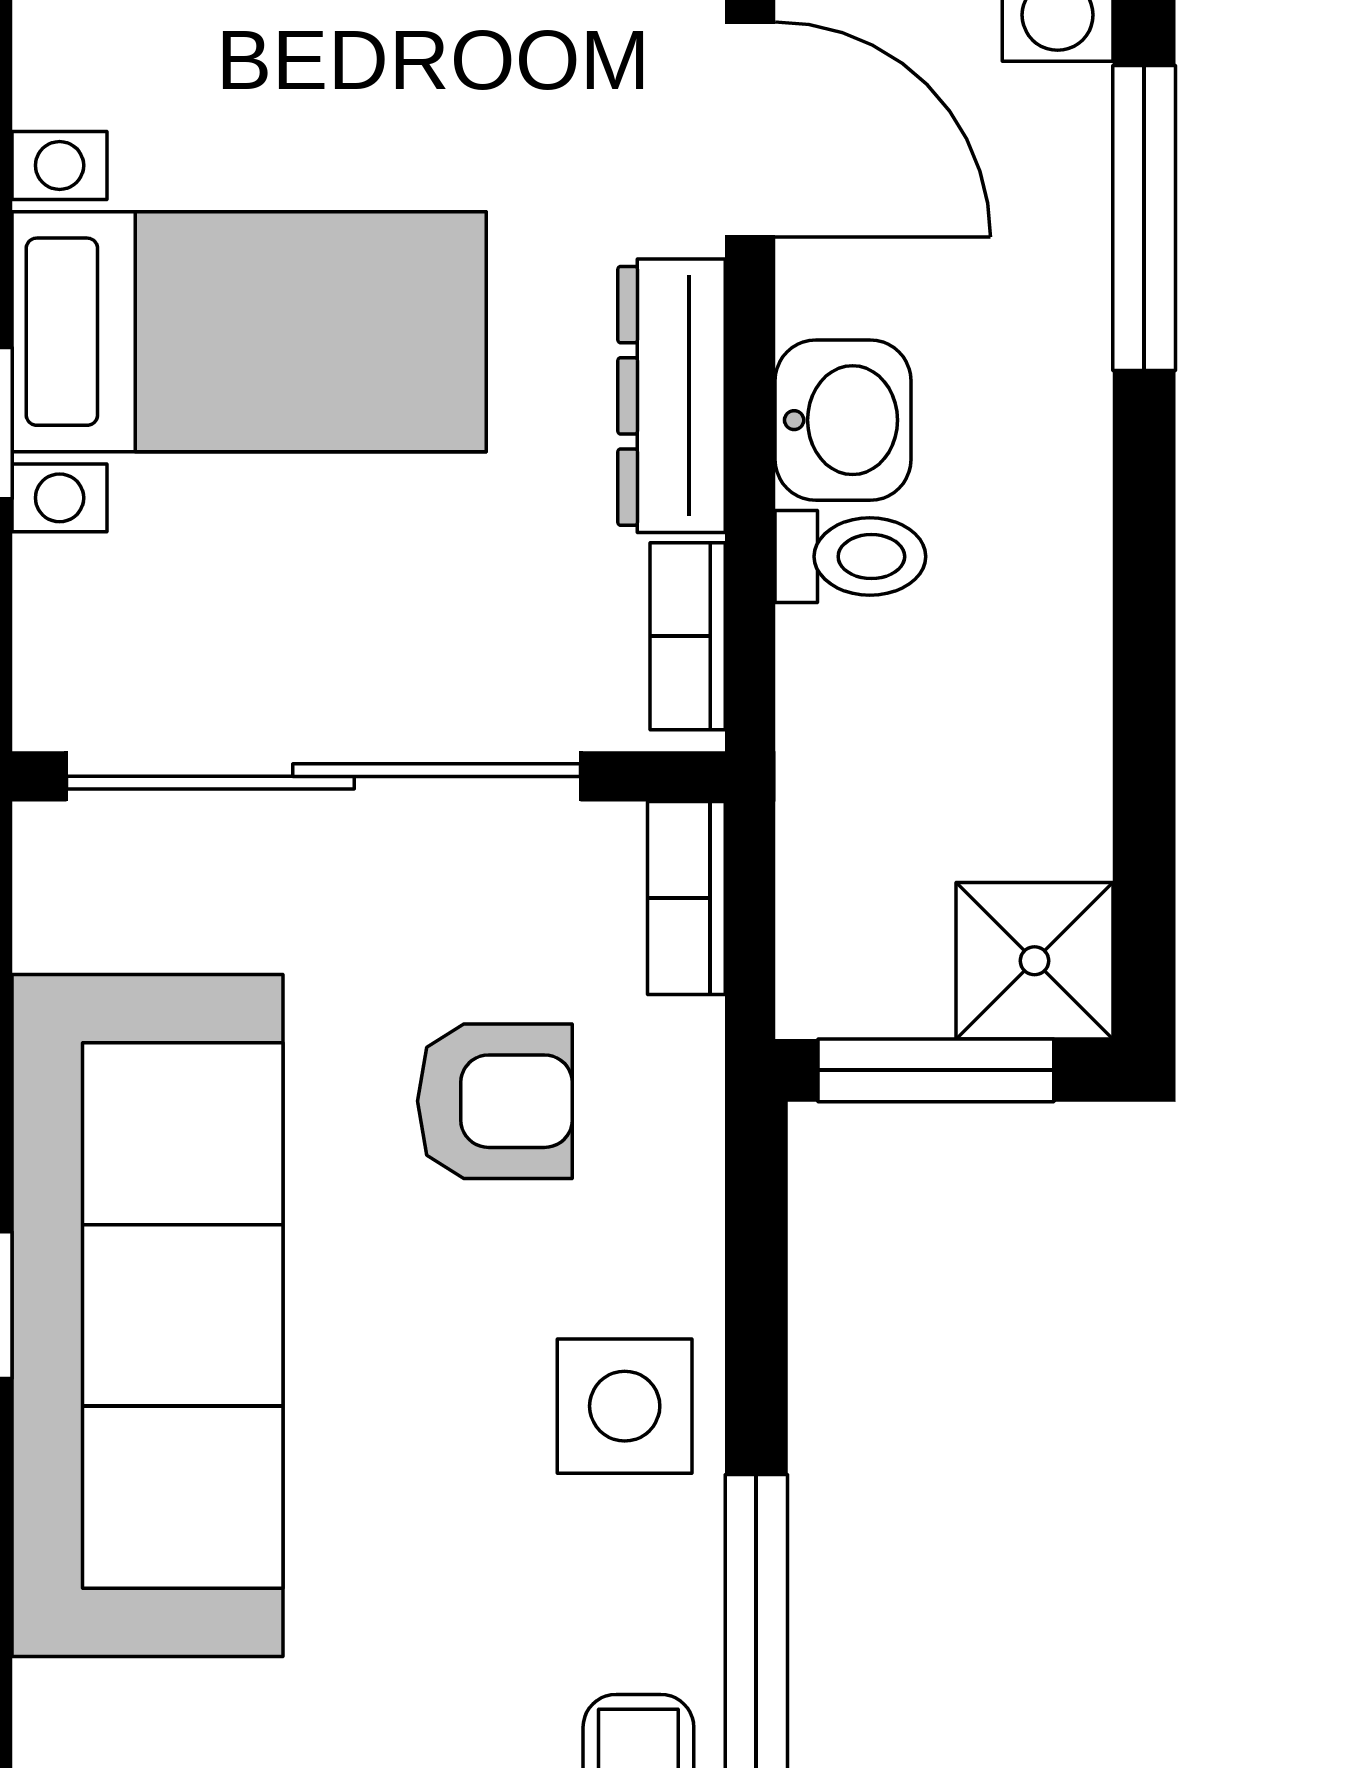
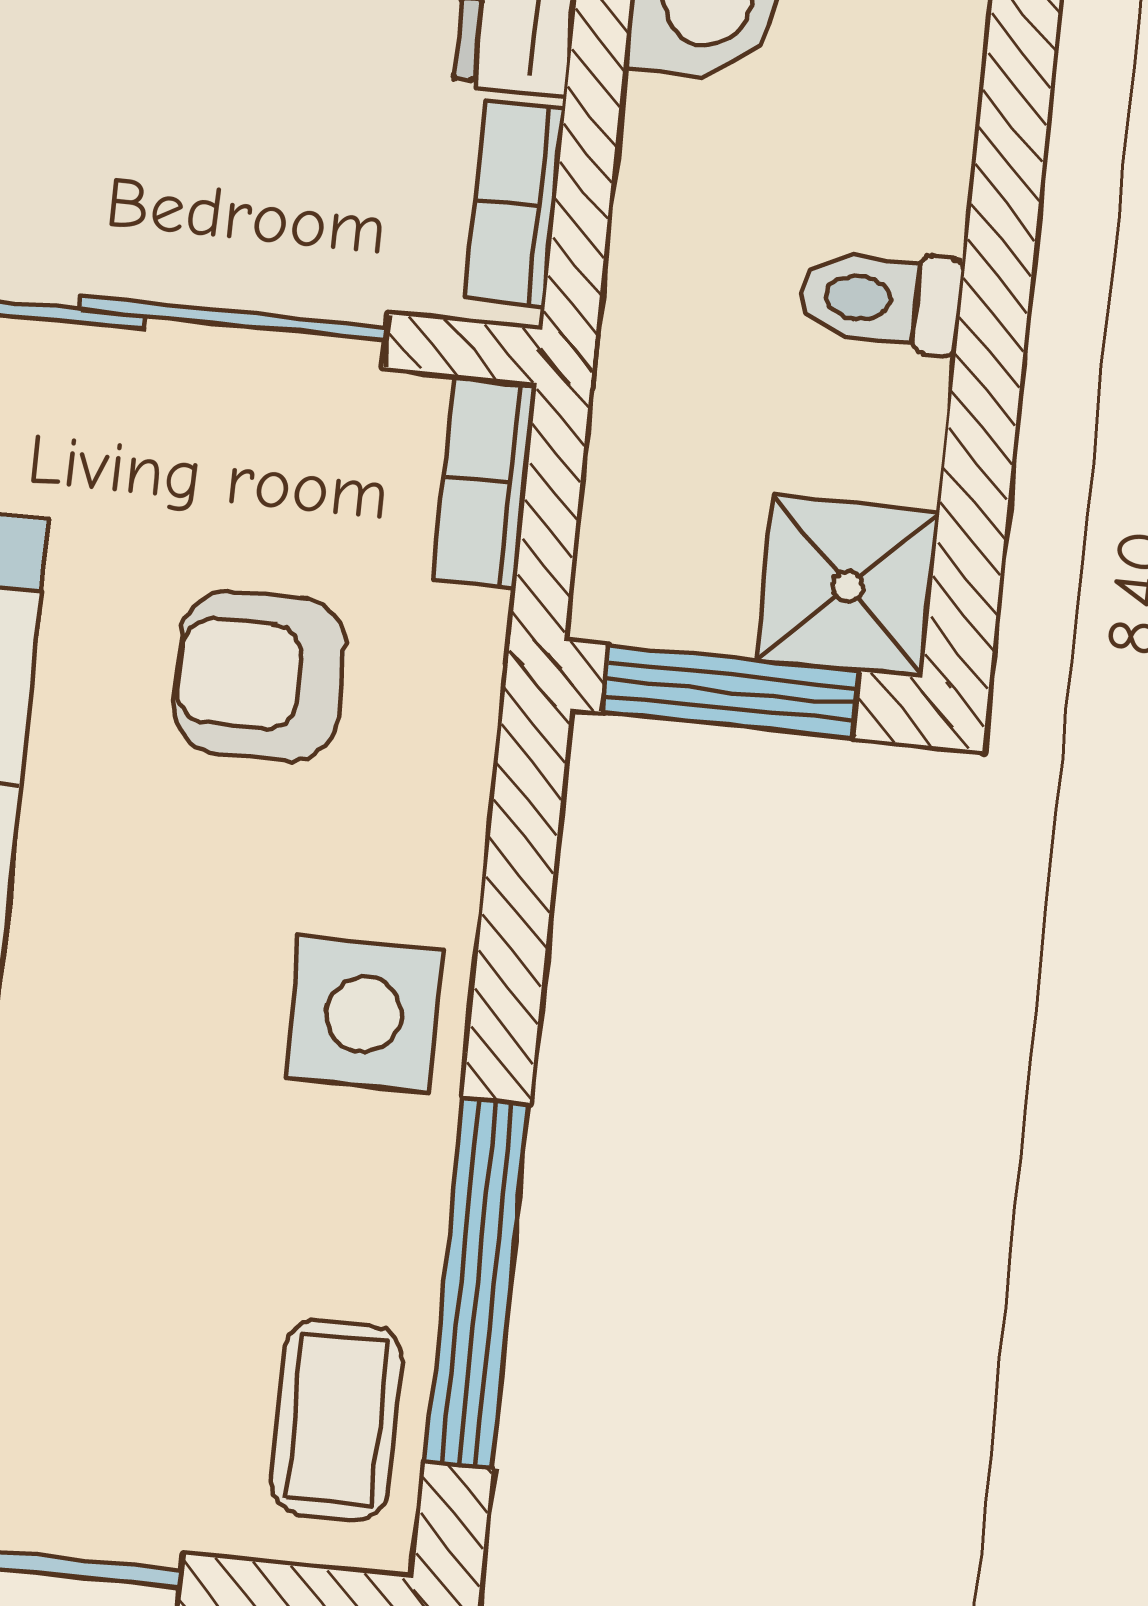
toilet: (850, 557) -> (881, 300), moved, turned 180
armchair: (495, 1101) -> (260, 676), turned 180

